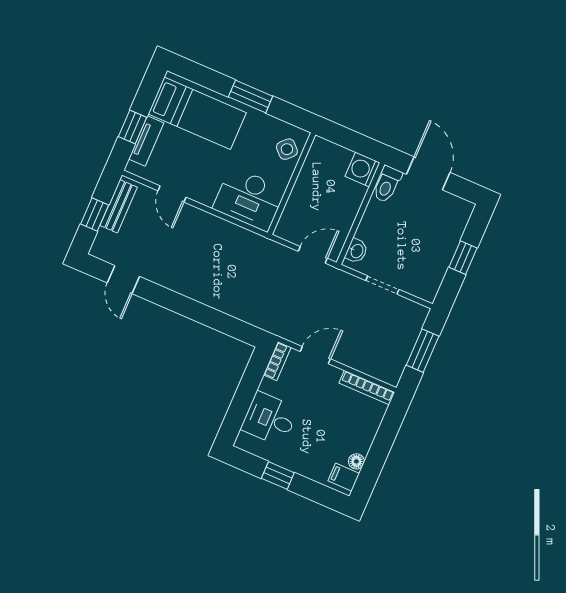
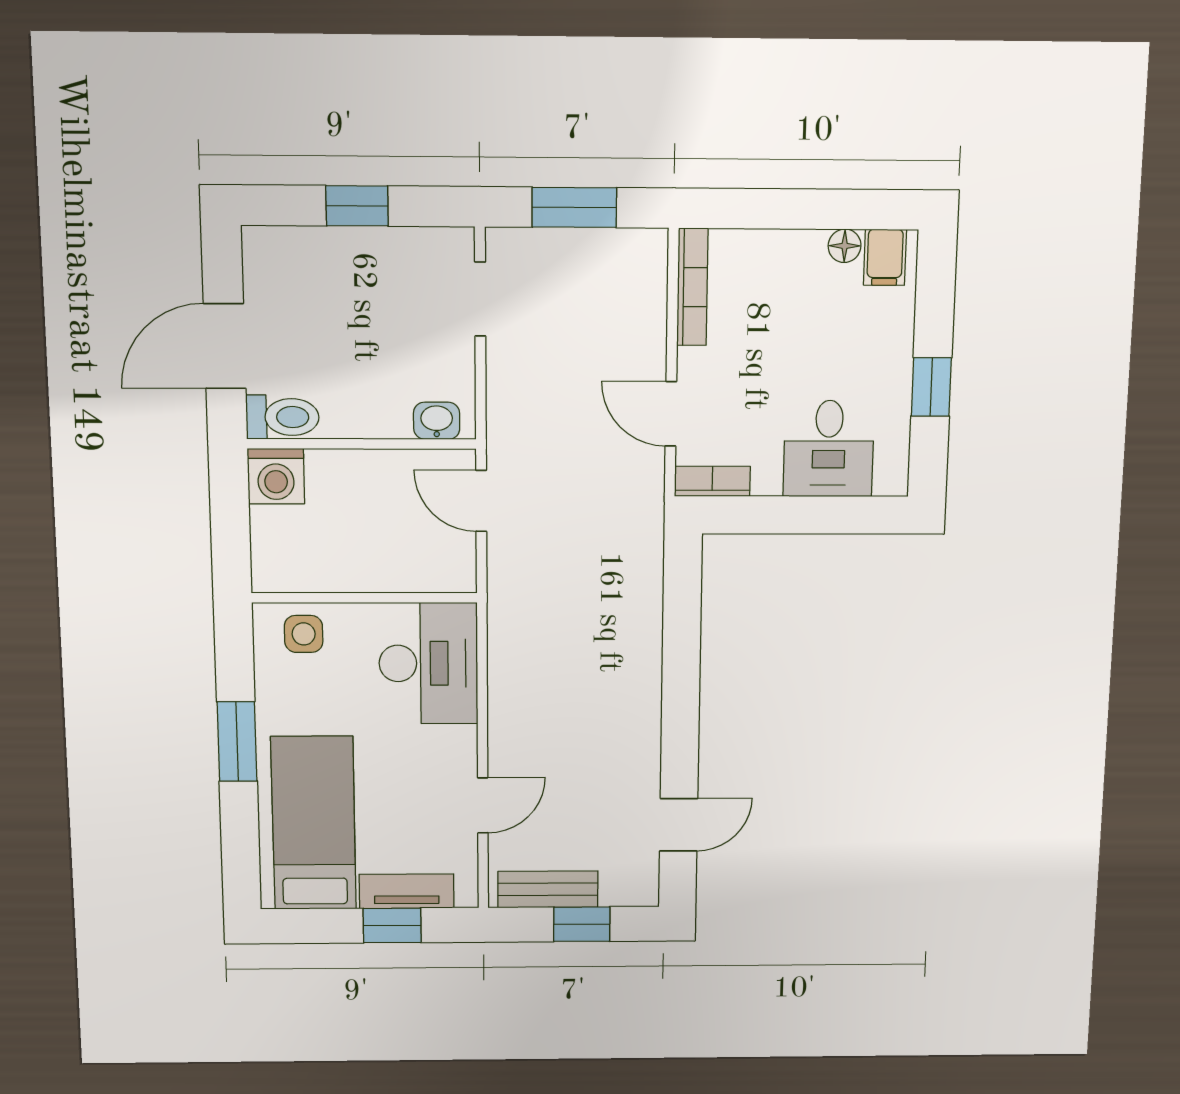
side table: (287, 149) -> (304, 634), turned 45
doorway: (382, 285) -> (480, 299), moved

